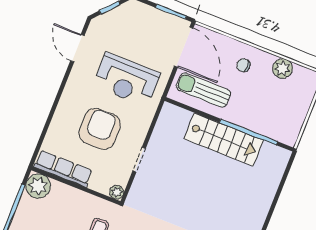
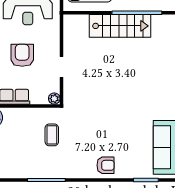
armchair: (100, 129) -> (22, 55), width x0.73, depth x0.73

